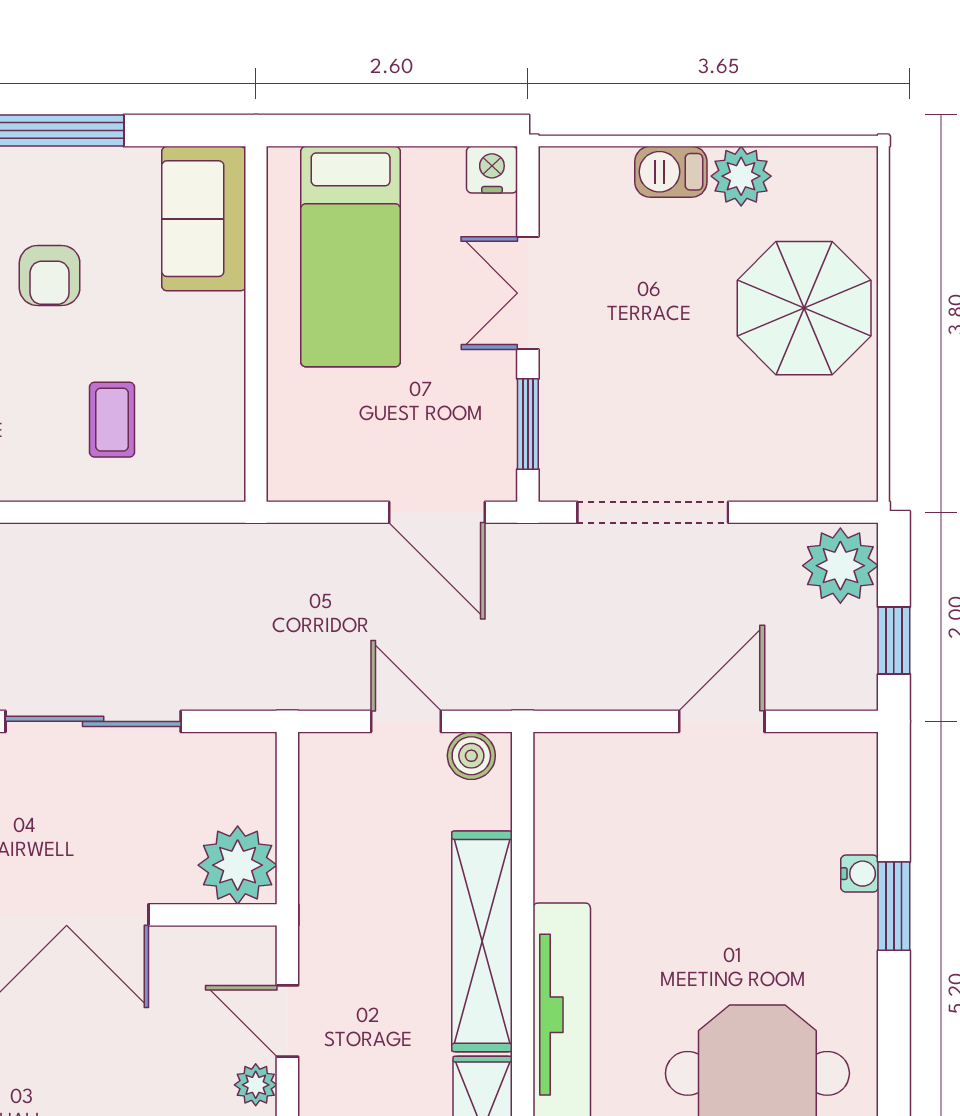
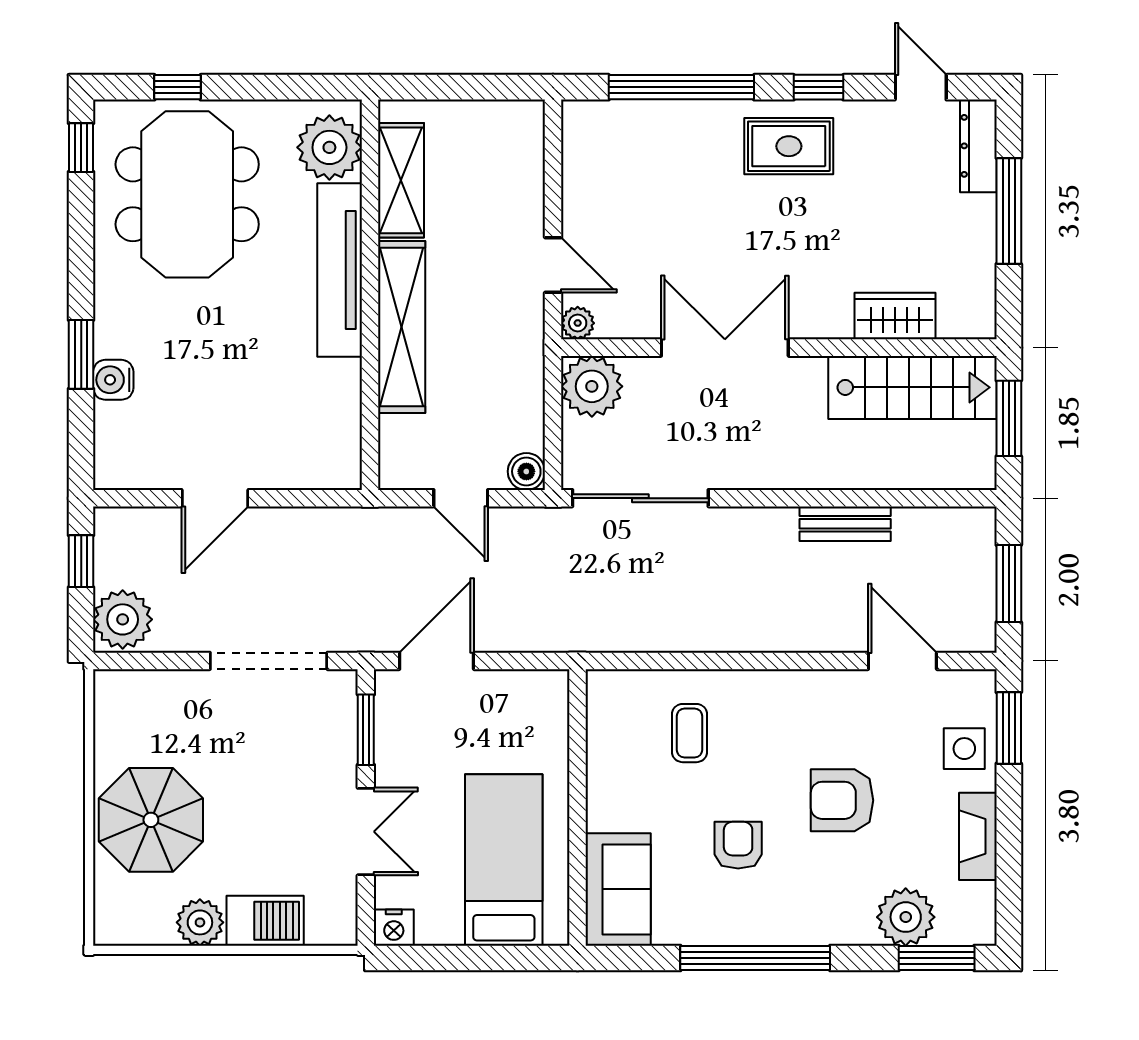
barbecue: (671, 172) -> (265, 921), width x1.38, depth x1.27
door: (437, 512) -> (437, 661), hinge flipped
sliding door: (93, 721) -> (640, 498), moved
boiler: (471, 756) -> (526, 471), moved
water cooler: (860, 874) -> (113, 380), width x1.38, depth x1.38
plant: (256, 1085) -> (578, 323), moved

